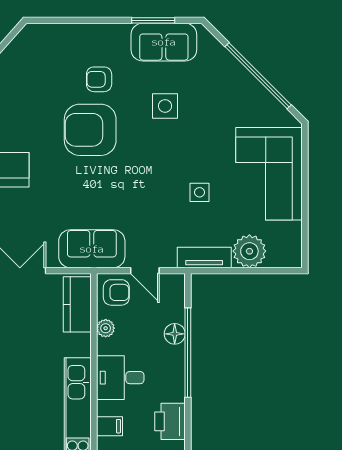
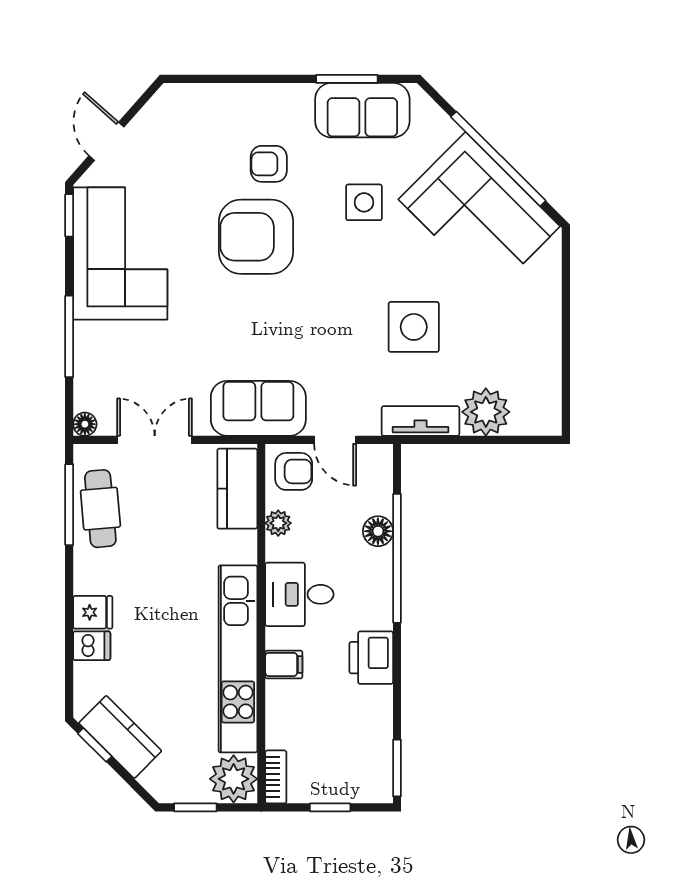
corner sofa: (269, 174) -> (479, 213), moved, turned -45
side table: (200, 192) -> (414, 327), width x1.87, depth x1.87

